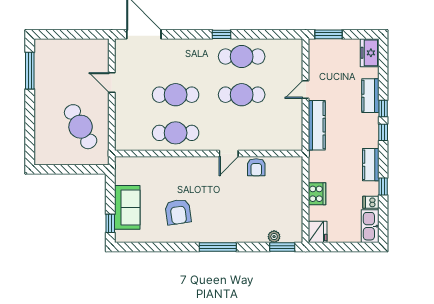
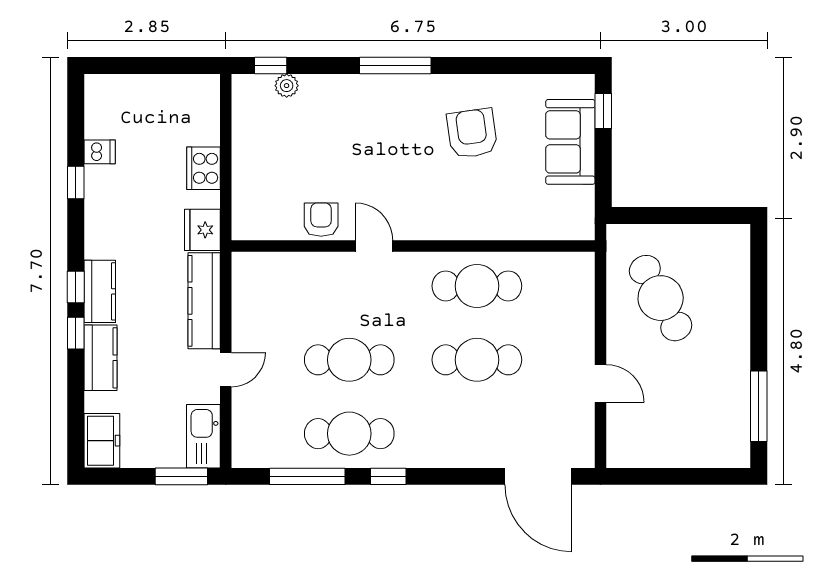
window: (263, 34) -> (307, 476), added
door: (229, 154) -> (374, 246), hinge flipped
kitchen counter: (371, 165) -> (100, 291), moved
kitchen sink: (370, 226) -> (203, 436), moved, turned 180
fridge: (318, 232) -> (202, 230), moved
window: (282, 247) -> (271, 66), width x0.67

